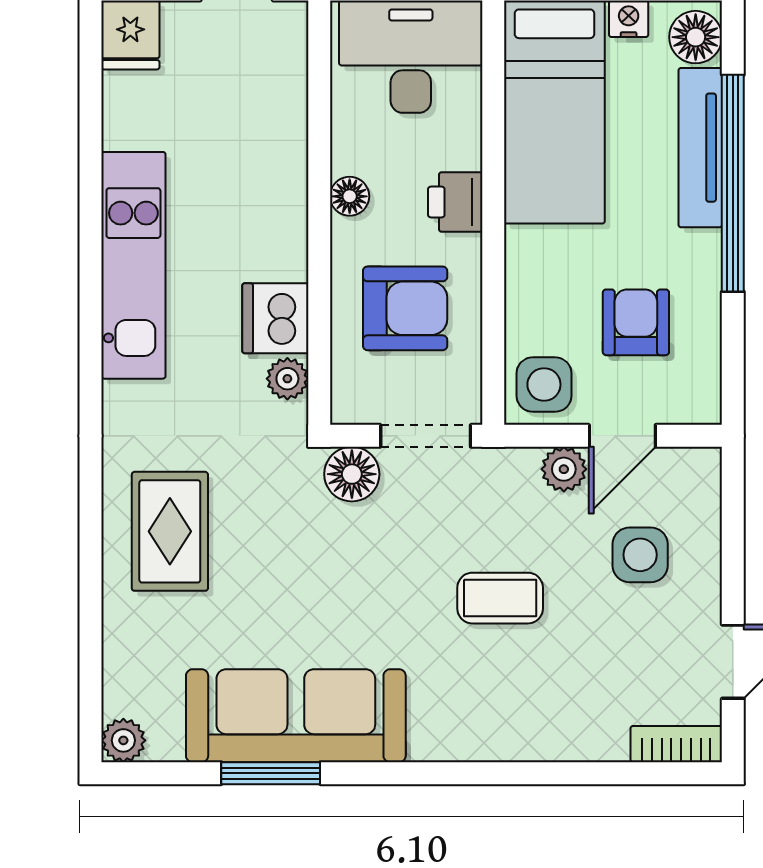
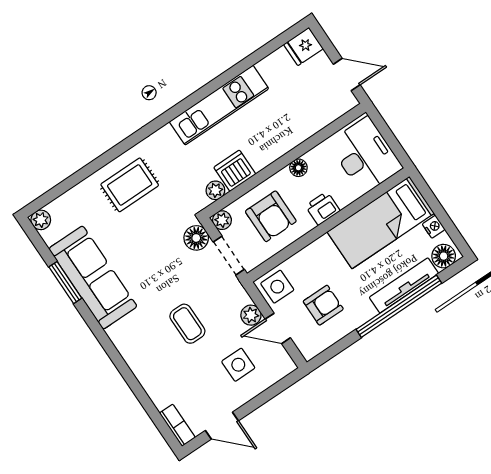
plant: (351, 404) -> (222, 220), added

